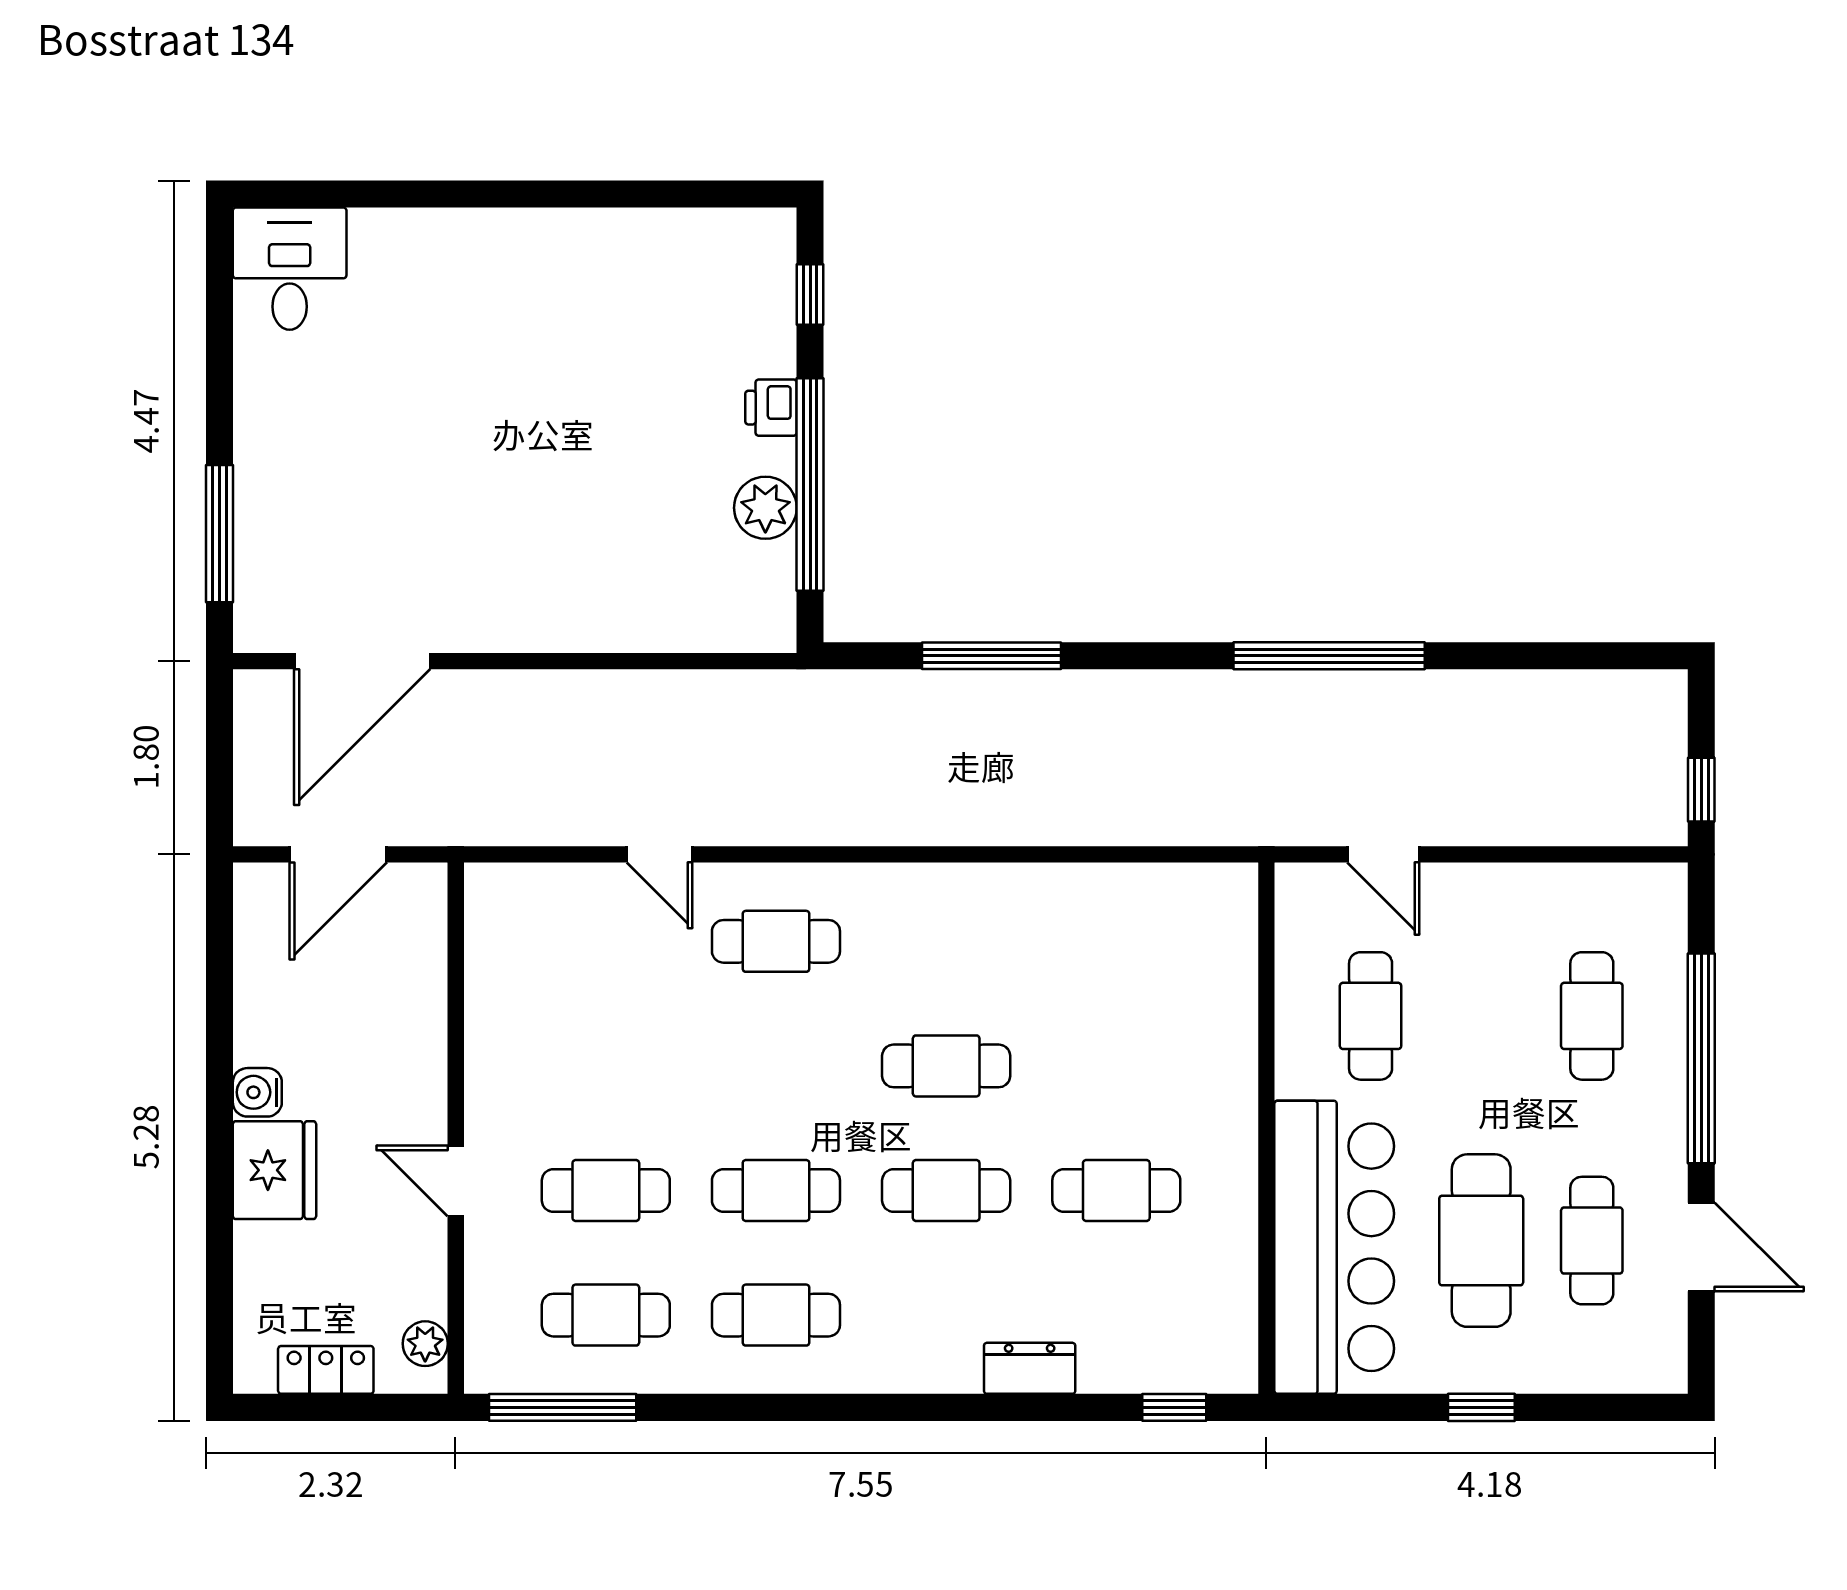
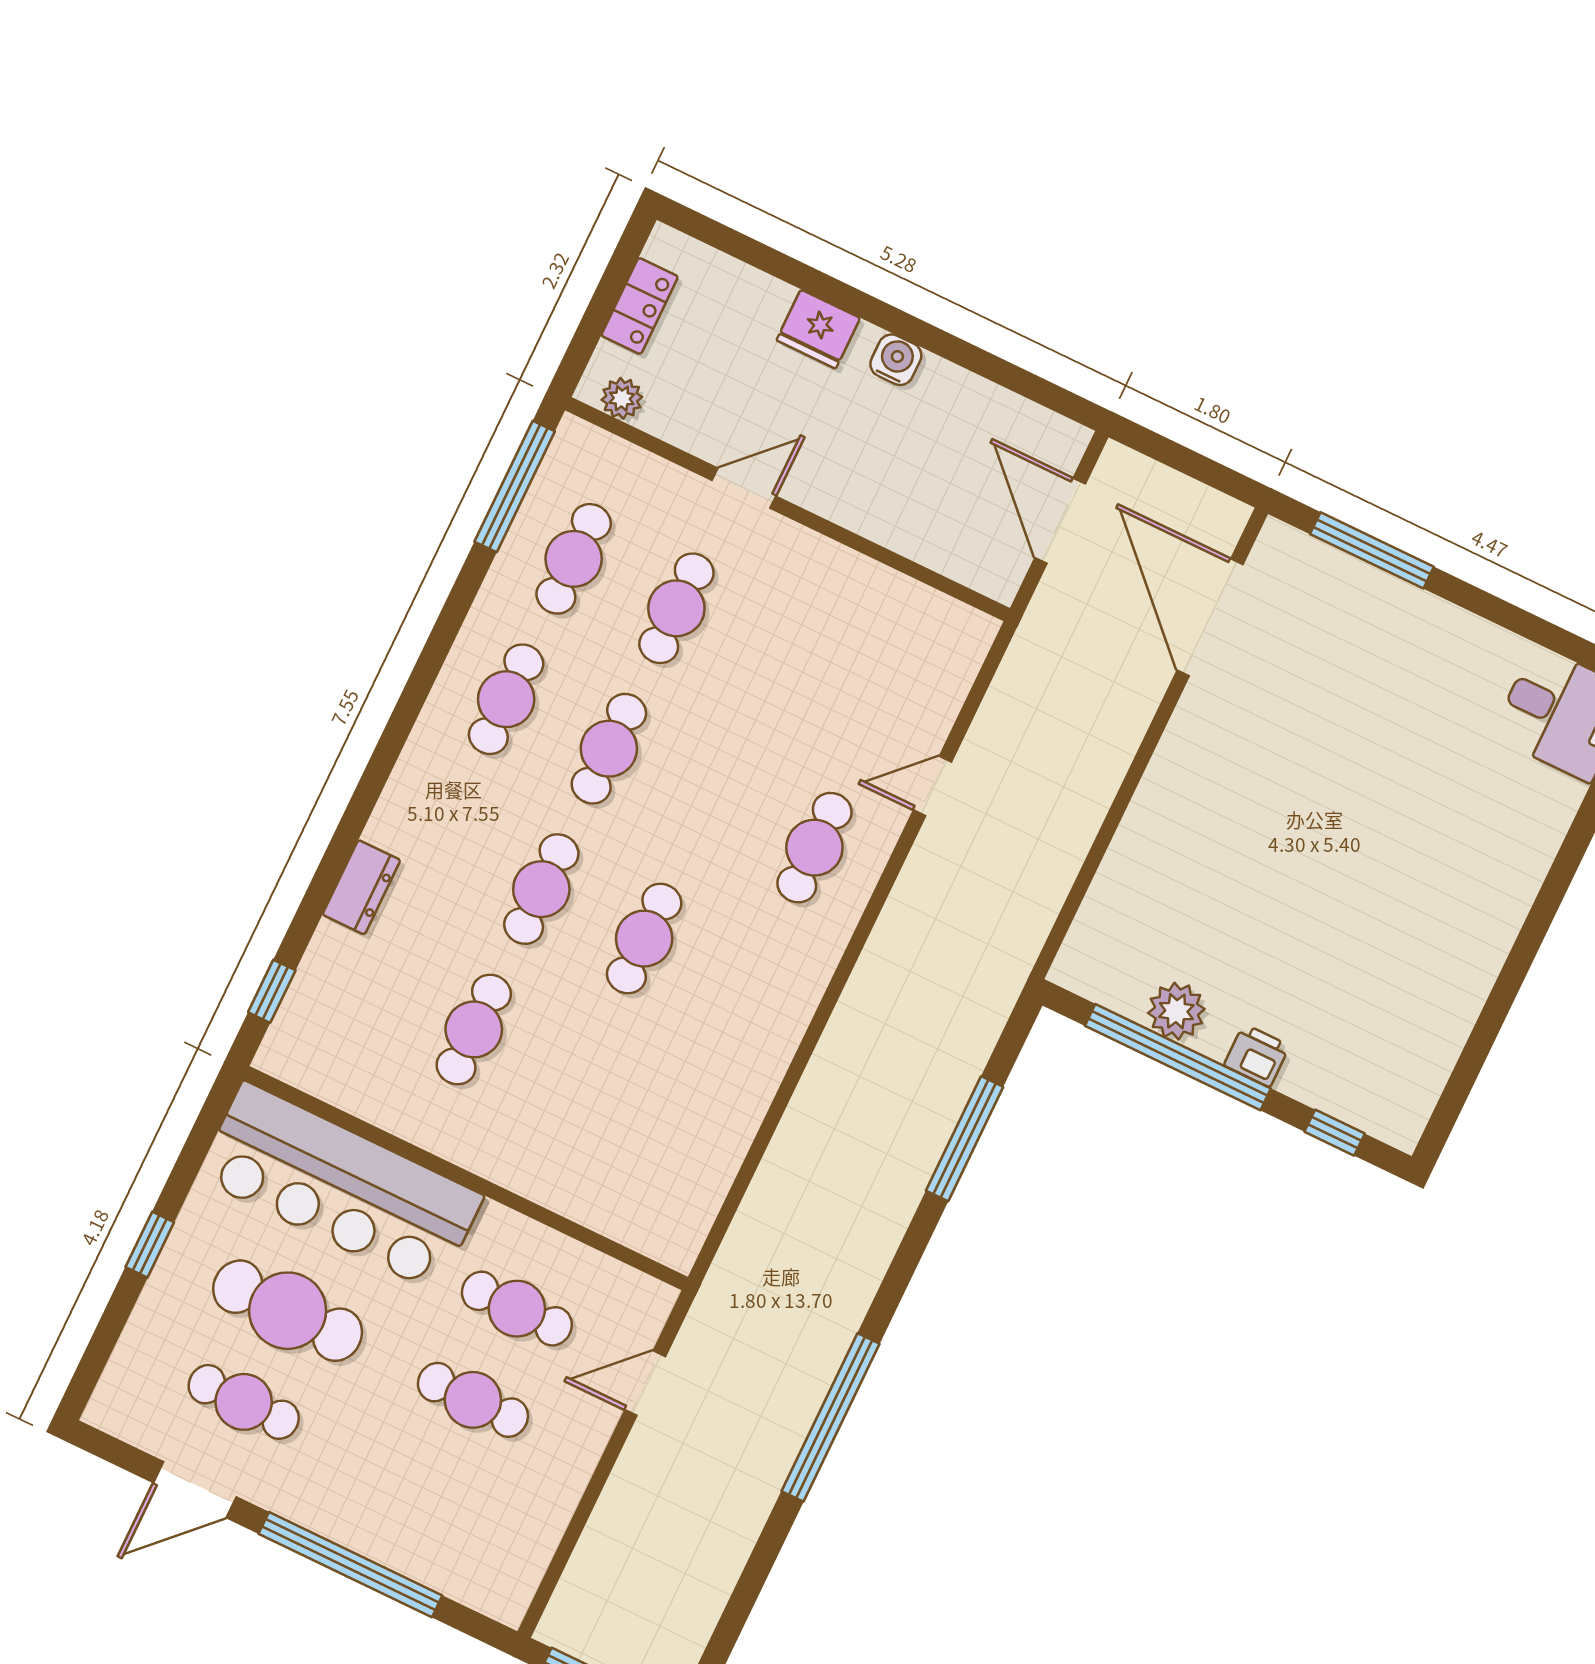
cafe table: (1592, 1016) -> (473, 1400), moved
fridge: (274, 1170) -> (818, 329), width x0.73, depth x0.75

